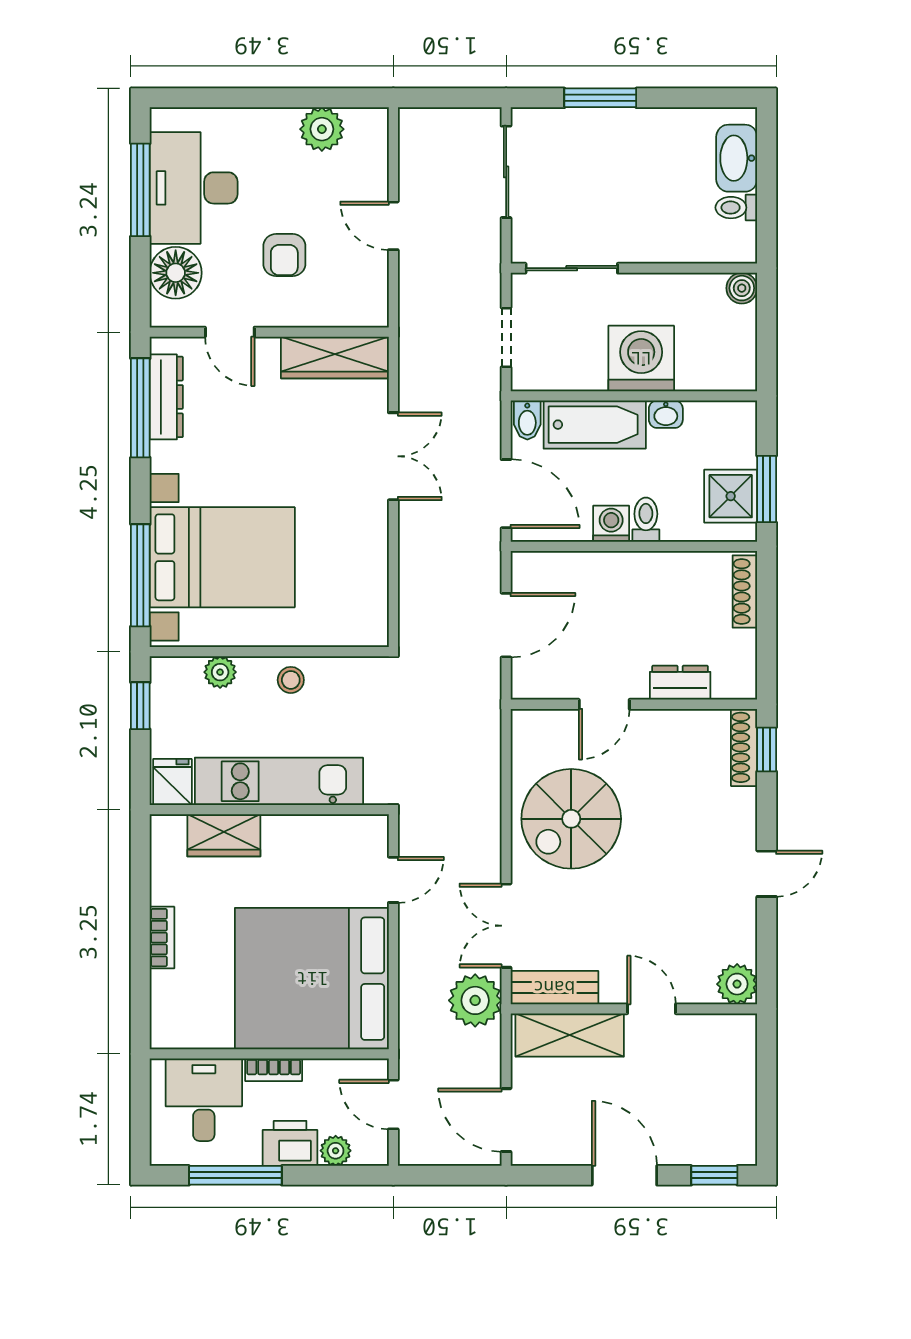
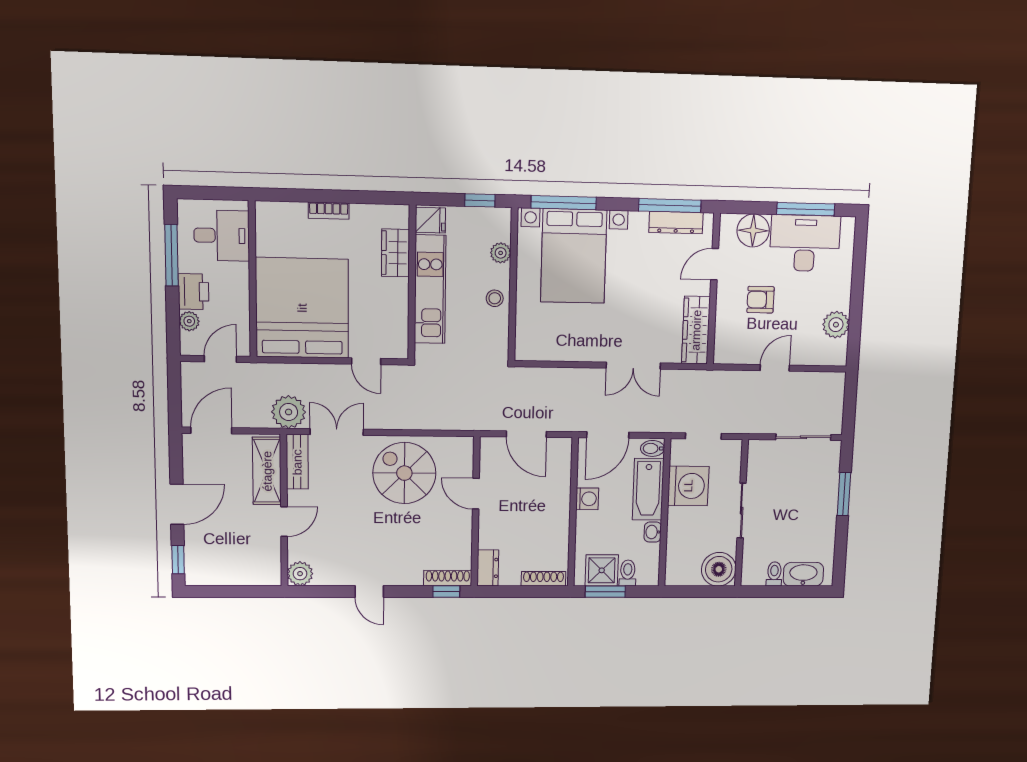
sliding door: (572, 268) -> (742, 511), moved
boiler: (742, 288) -> (719, 569), width x1.86, depth x1.86
washing machine: (641, 359) -> (688, 486), moved
toilet: (646, 520) -> (628, 573), moved, turned -90
dresser: (680, 683) -> (488, 568), moved
bookcase: (274, 1070) -> (242, 282), removed

